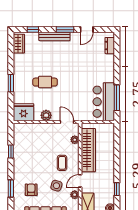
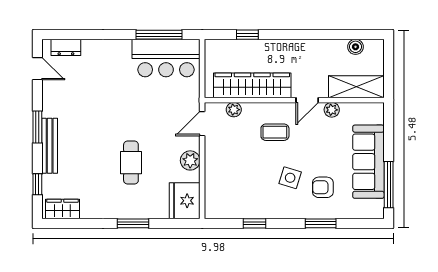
door: (87, 30) -> (37, 69), moved
door: (80, 181) -> (307, 100), hinge flipped
side table: (56, 186) -> (290, 178), moved
window: (117, 189) -> (247, 35), moved

